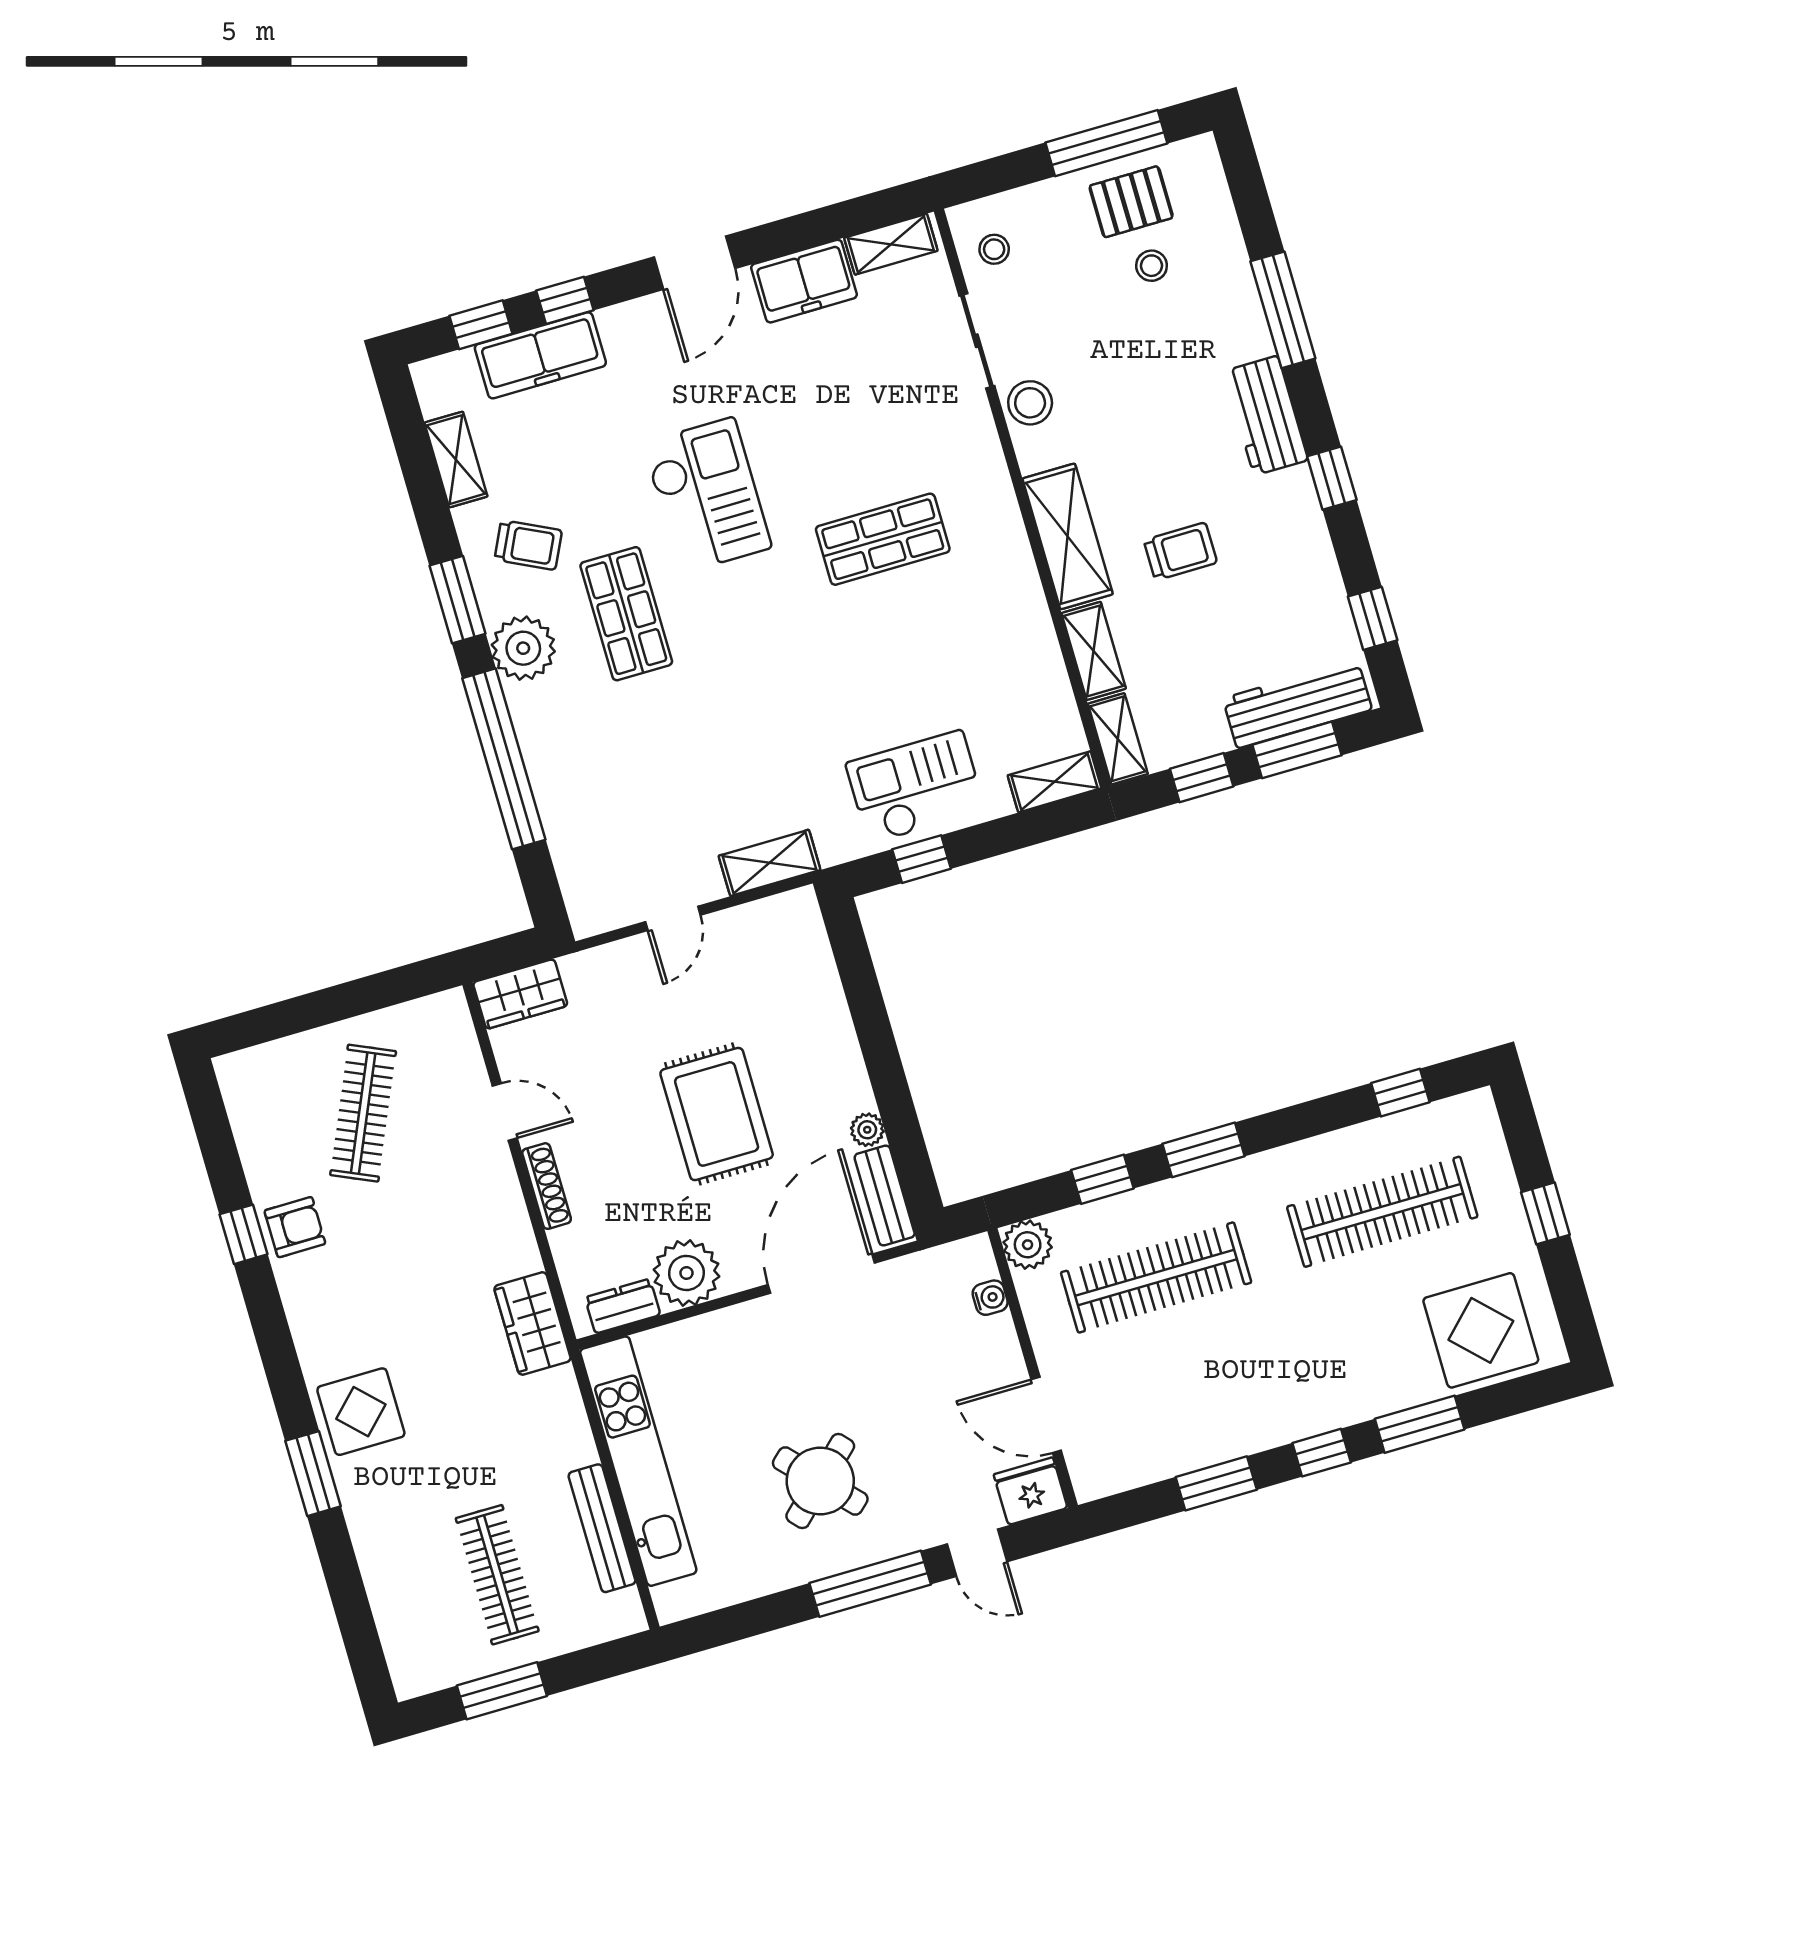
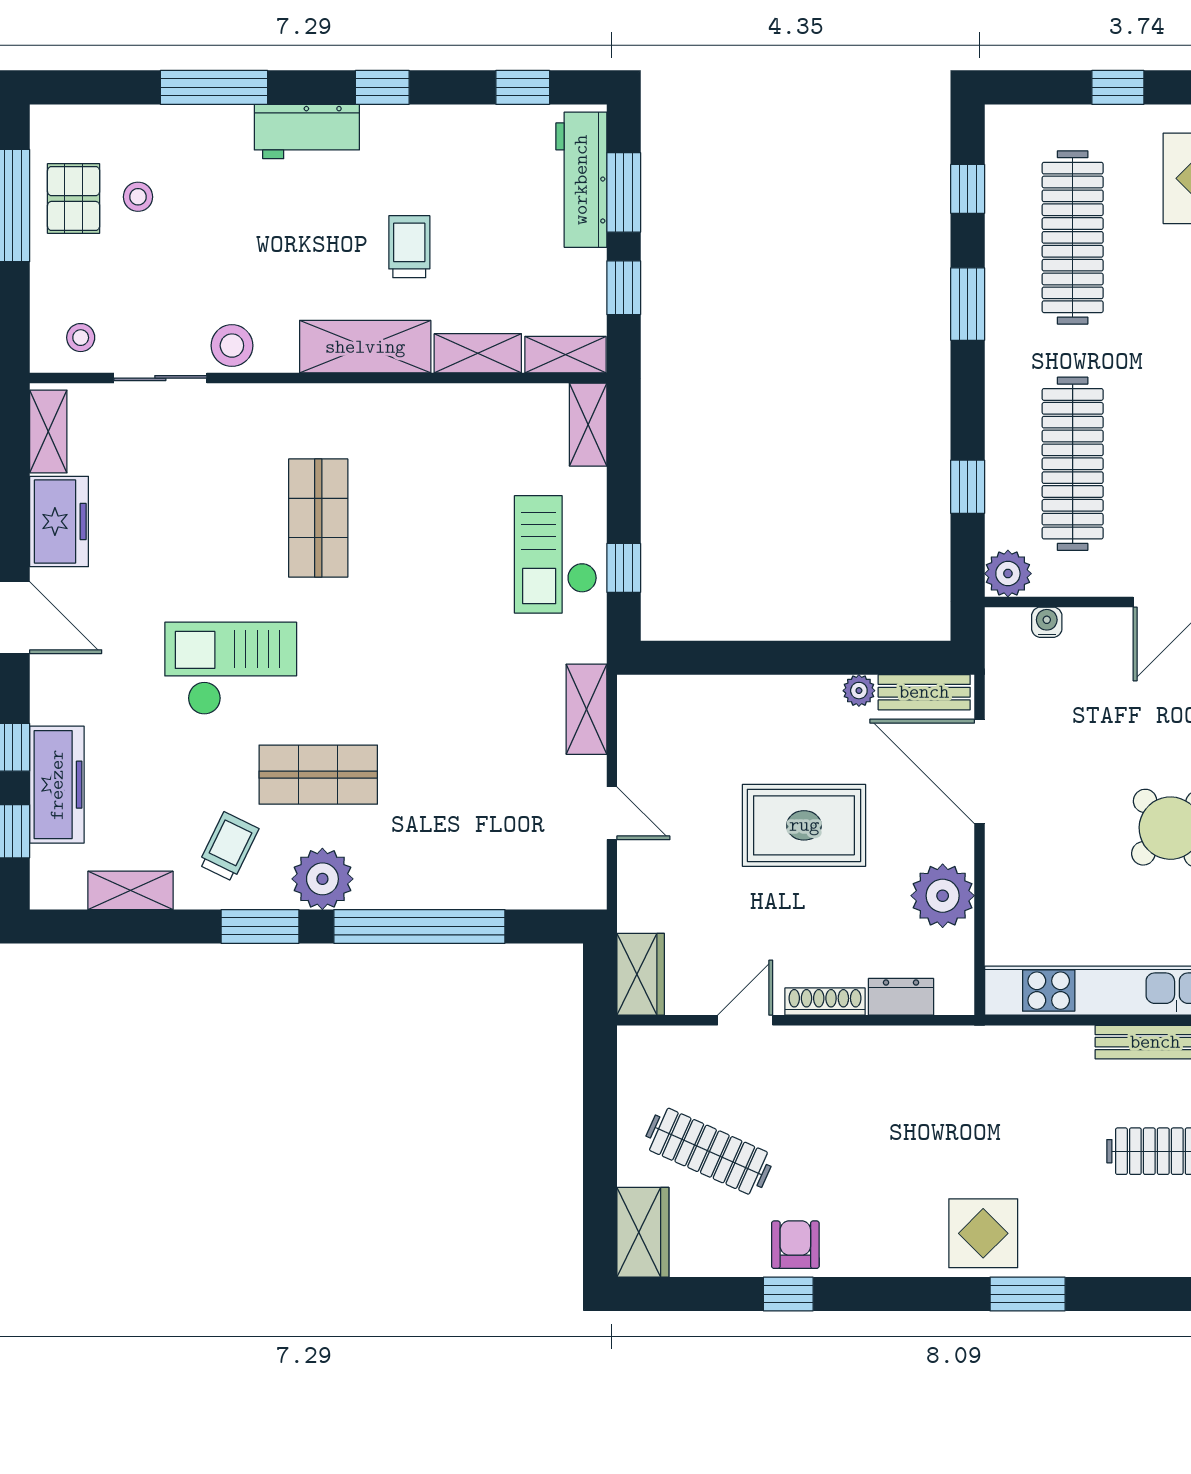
window: (1204, 1150) -> (968, 304), moved
dresser: (623, 1306) -> (901, 997), moved, turned 90
wardrobe: (533, 1323) -> (643, 1232), moved, turned -90

